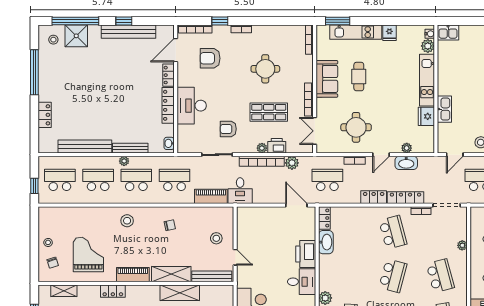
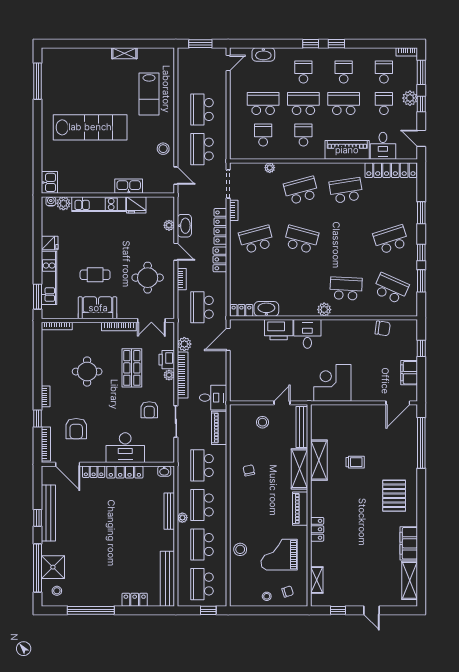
bench: (85, 146) -> (167, 579), moved
stool: (127, 221) -> (240, 549), moved

